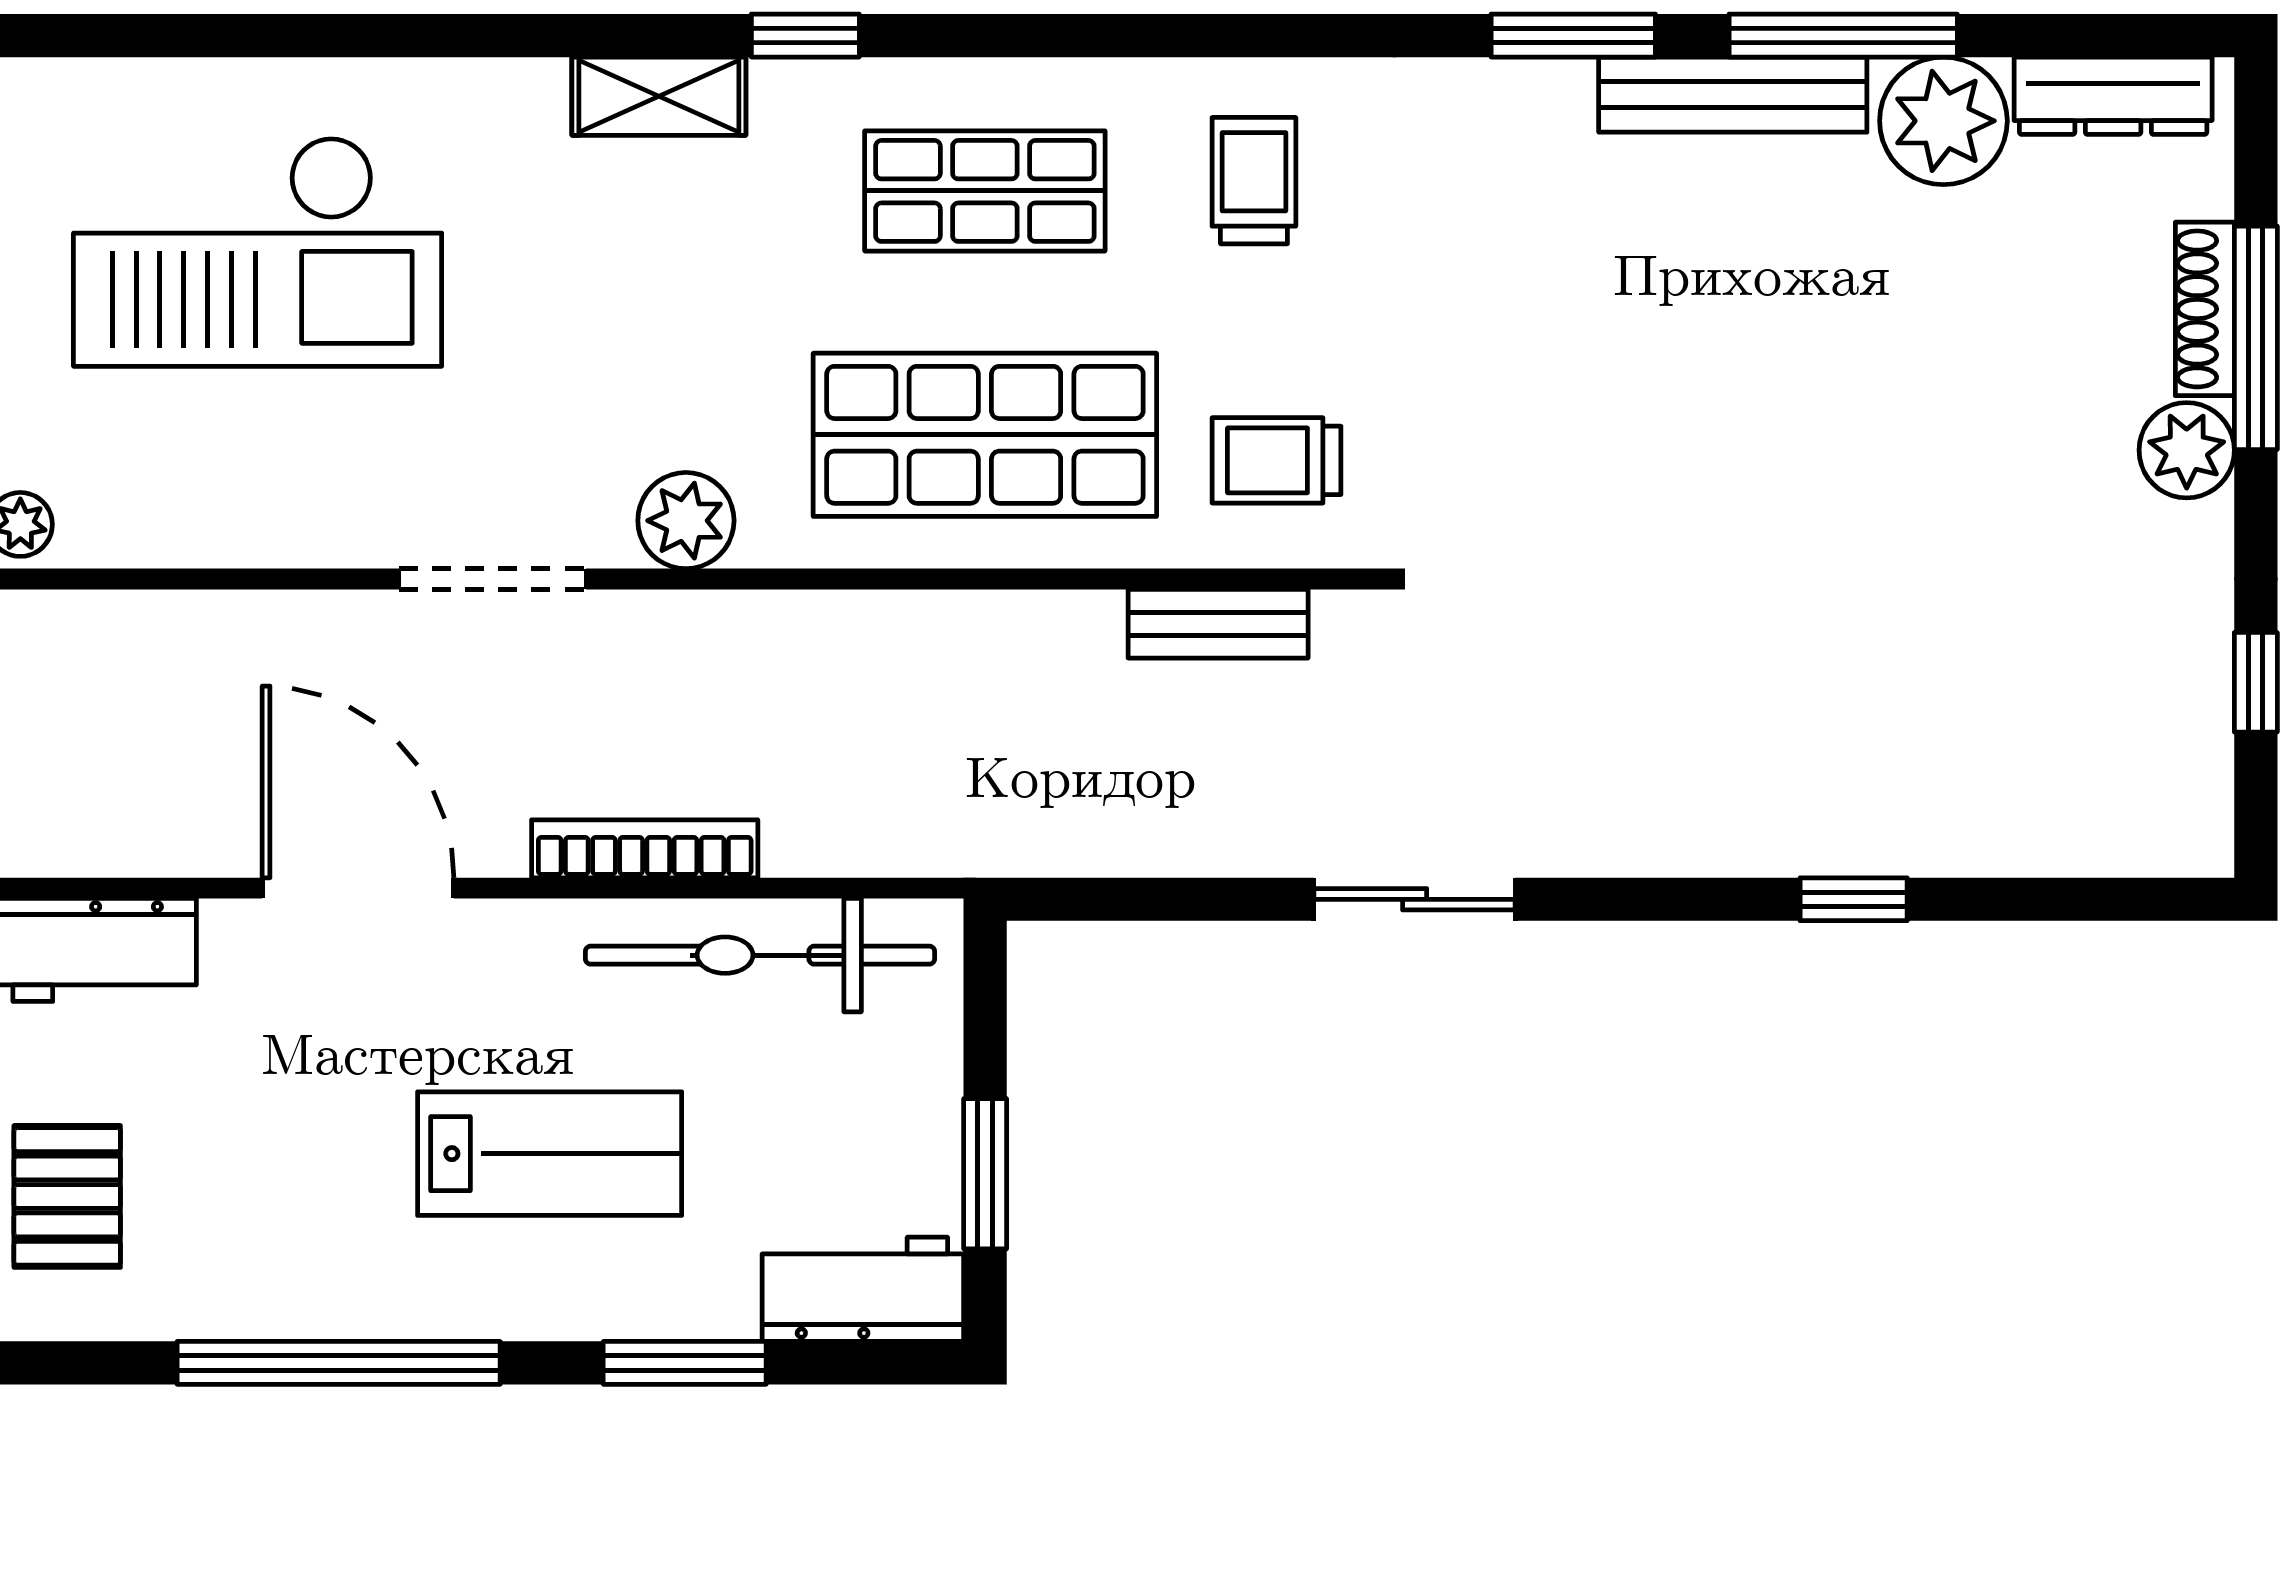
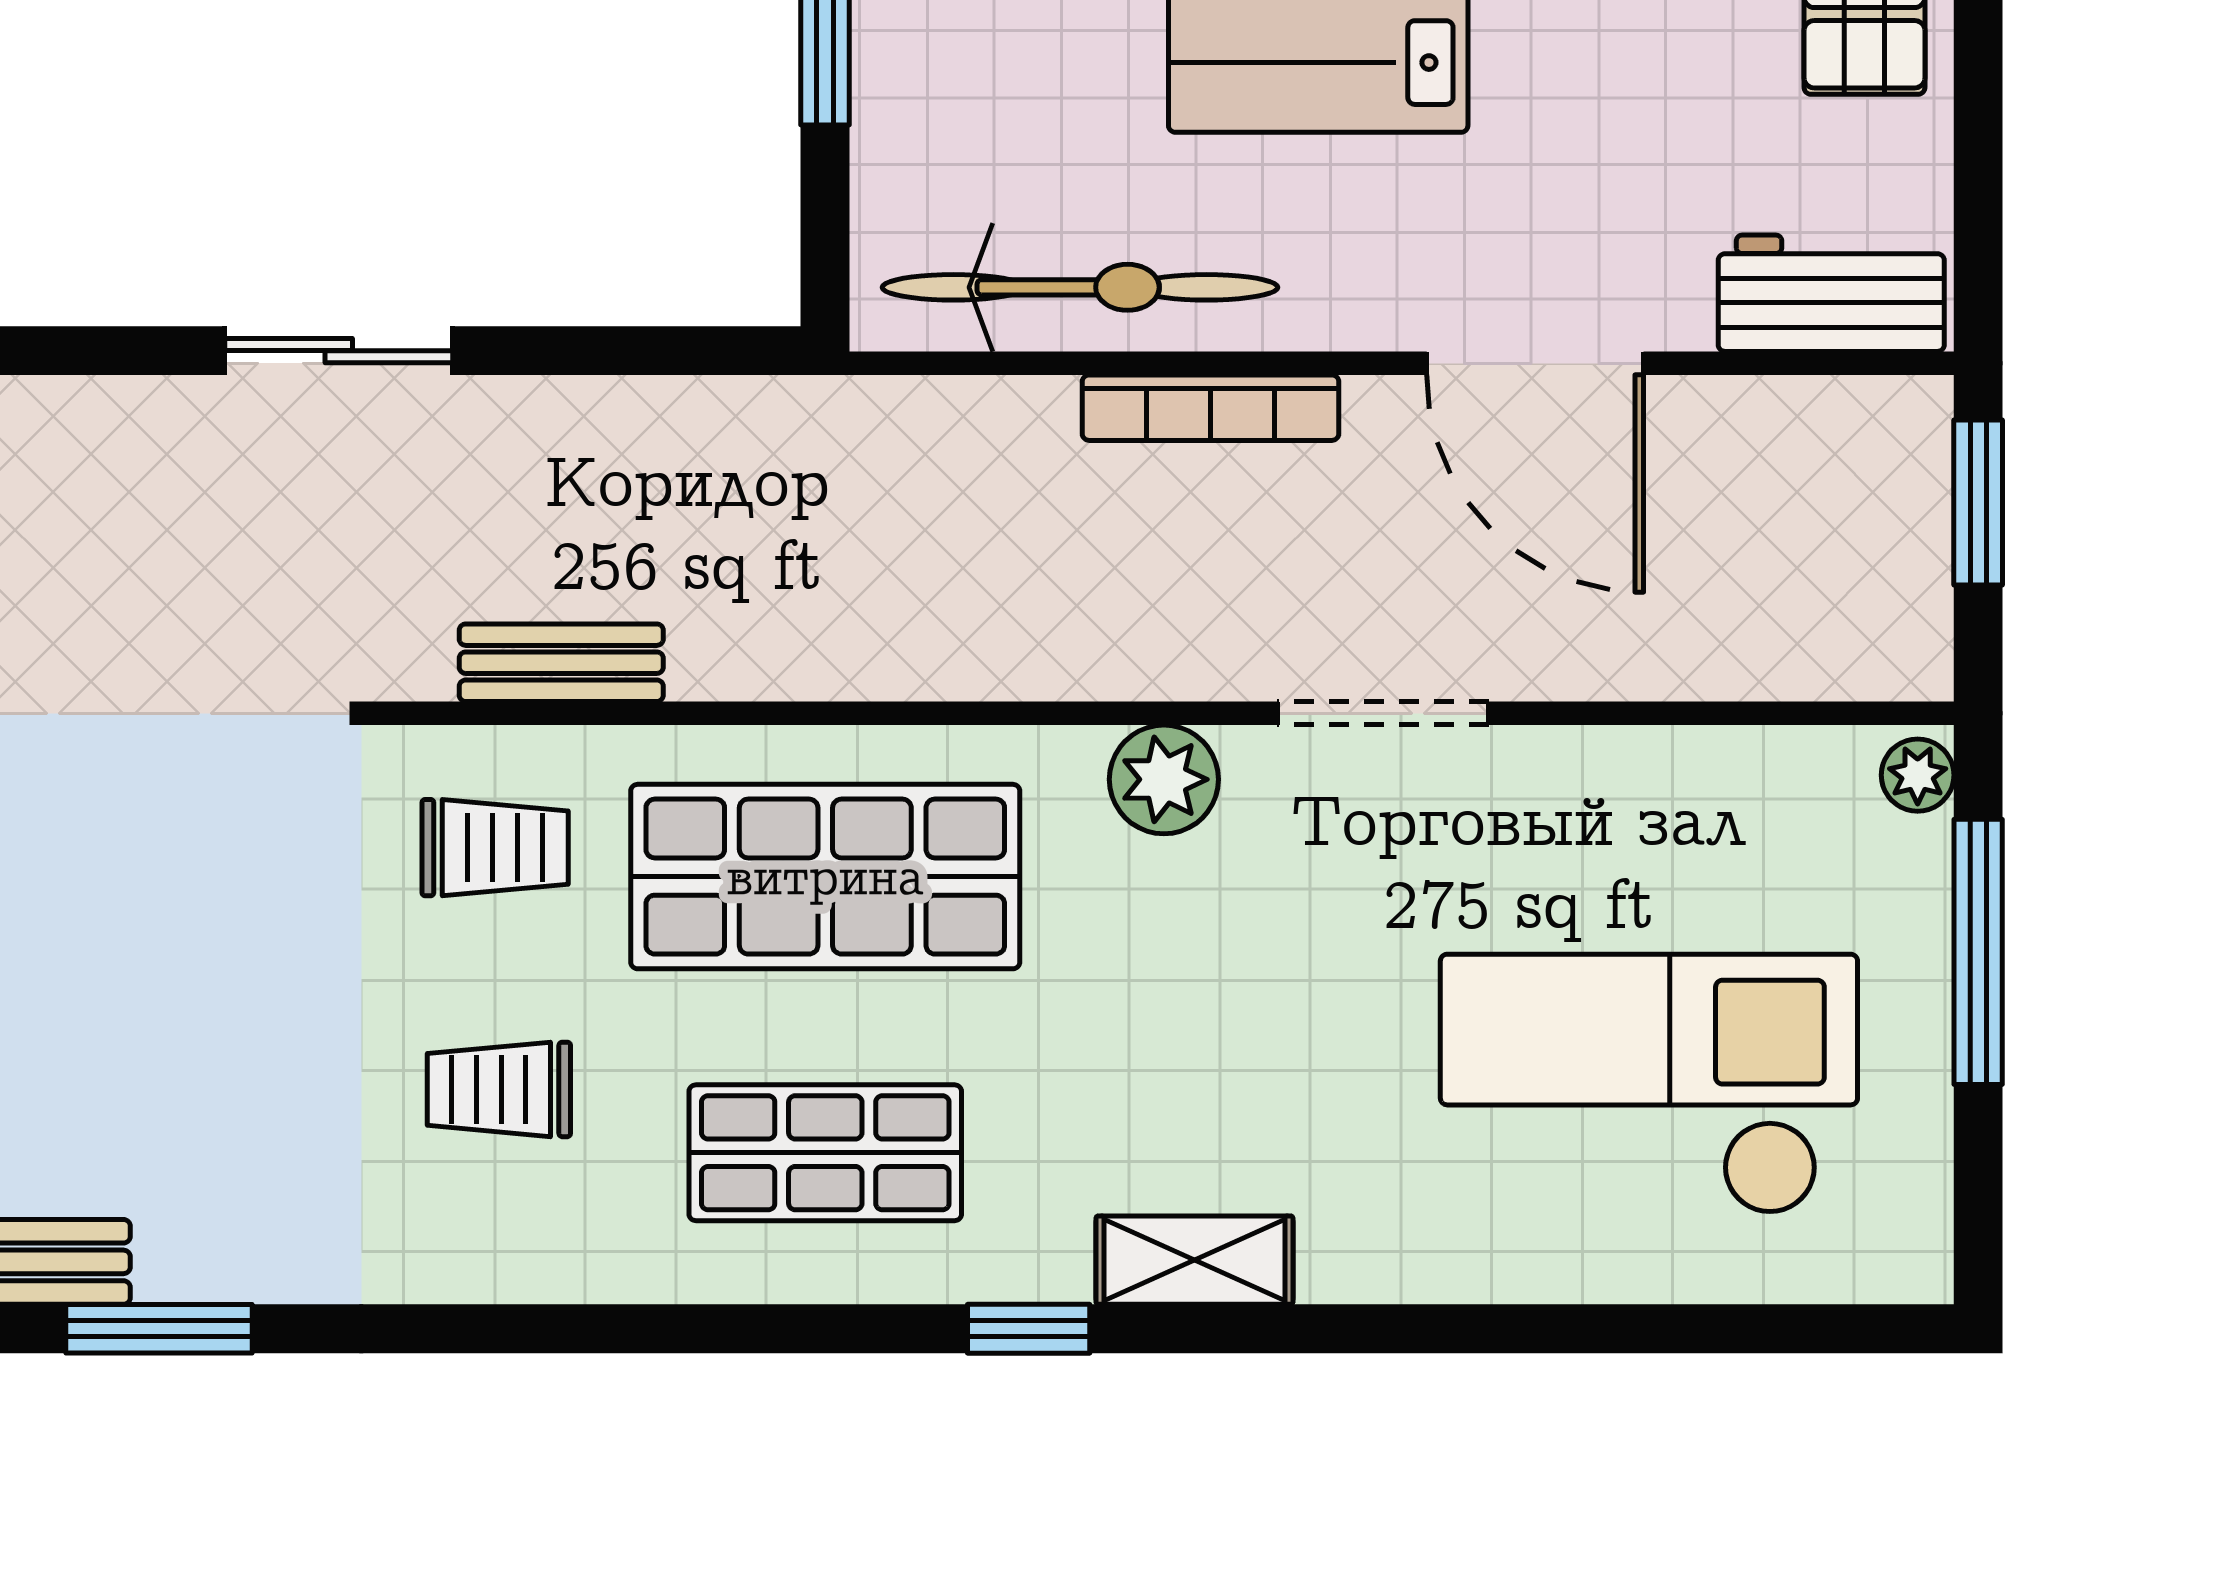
trolley: (1254, 181) -> (499, 1089), moved, turned 90

